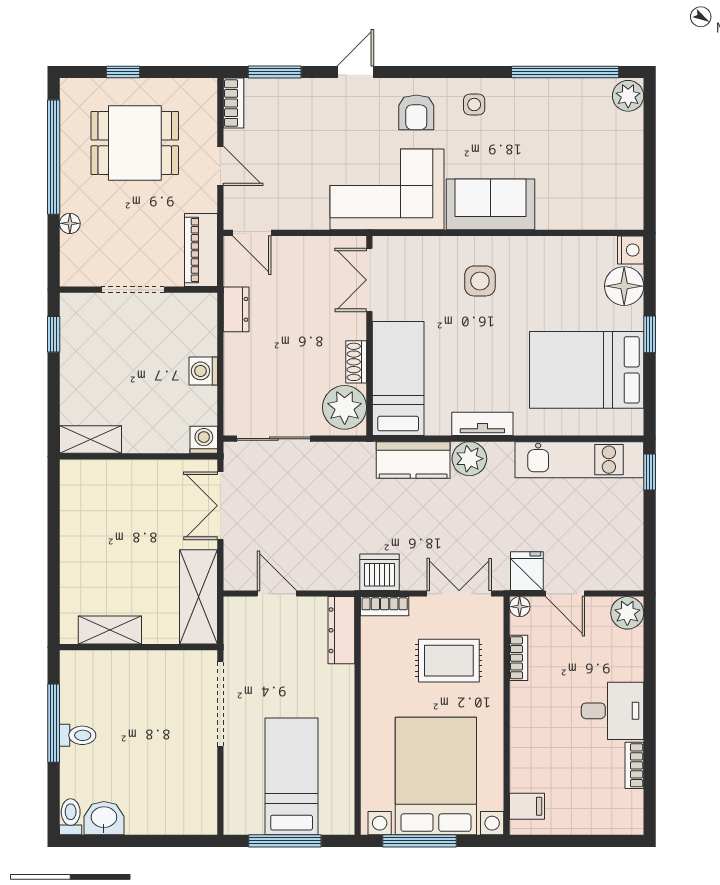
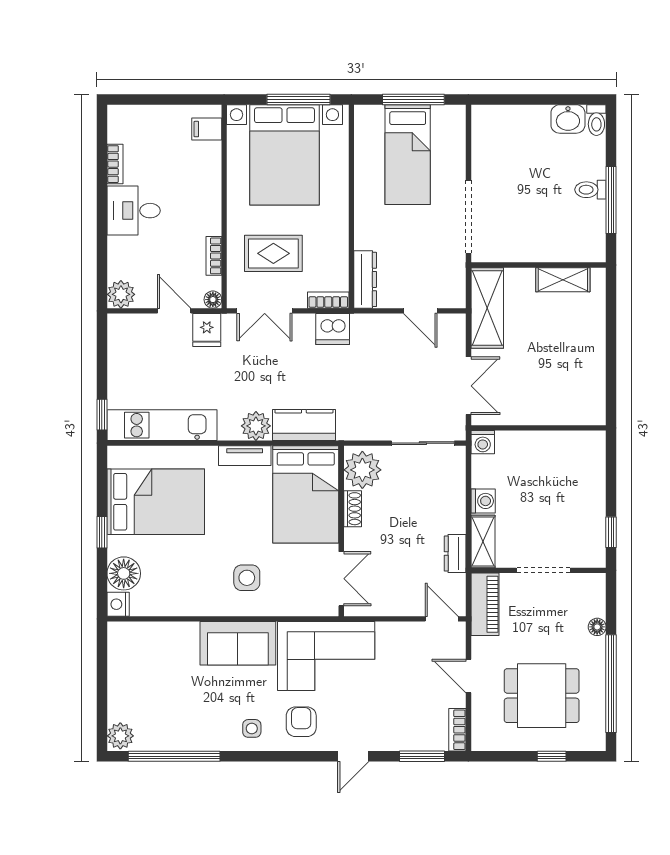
bed: (398, 378) -> (306, 494), width x1.50
shelving: (90, 440) -> (483, 541), moved, turned 90

